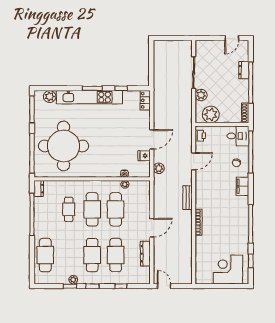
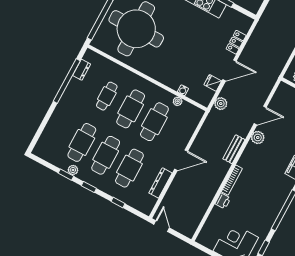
locker: (145, 100) -> (236, 42), moved
printer: (200, 136) -> (223, 201), moved
plant: (201, 179) -> (258, 137), added
dresser: (39, 189) -> (82, 70), moved
cafe table: (45, 255) -> (82, 142), moved

